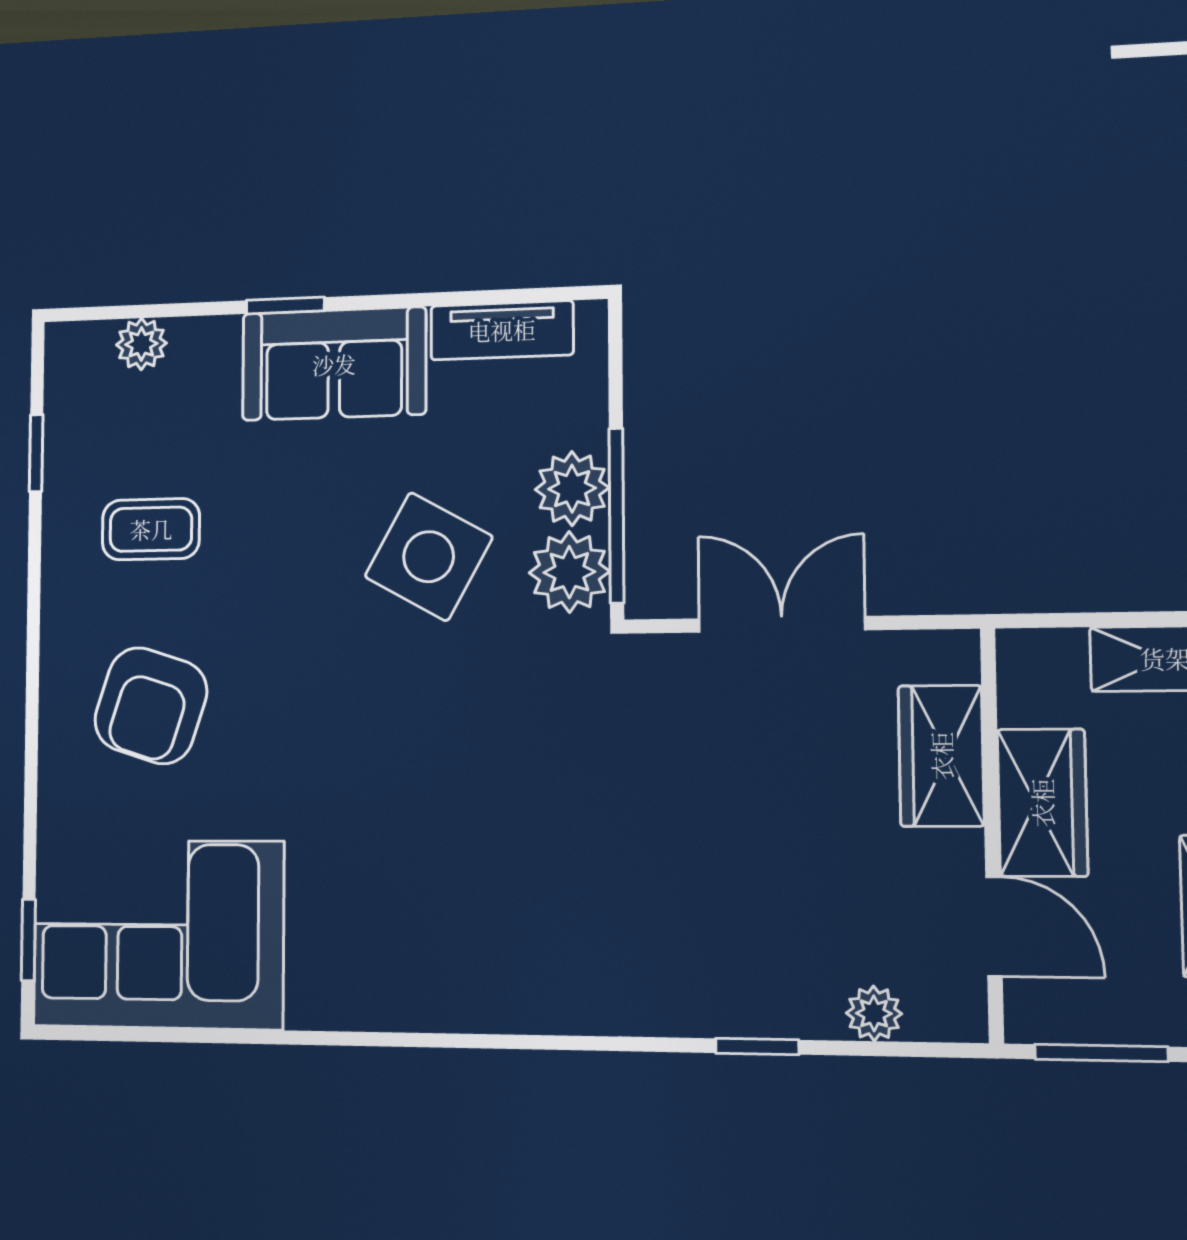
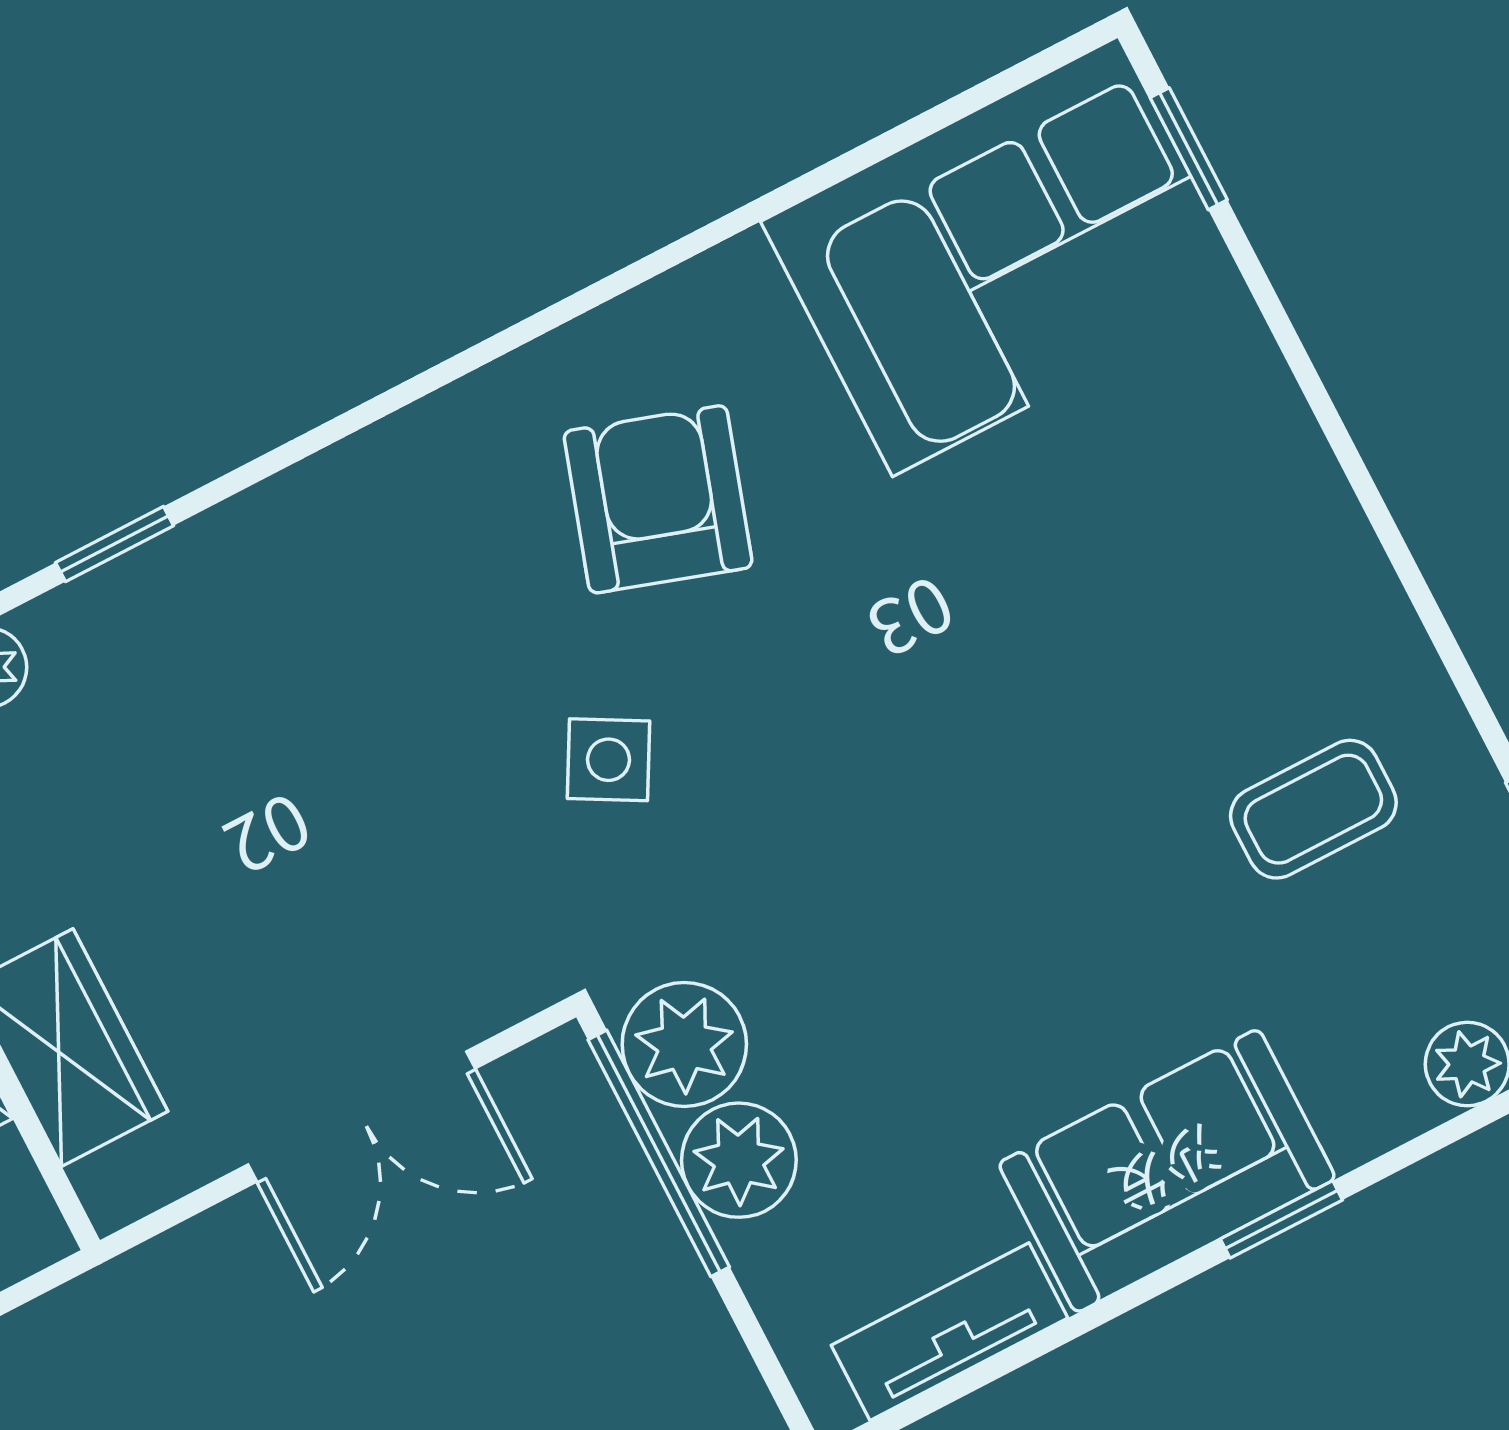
side table: (429, 557) -> (608, 760), moved, width x0.54, depth x0.54
armchair: (151, 706) -> (658, 499), moved

